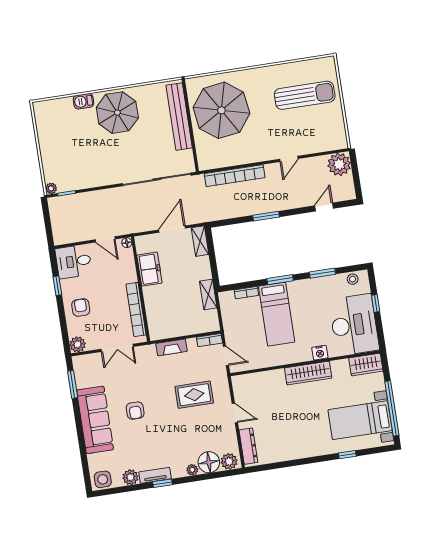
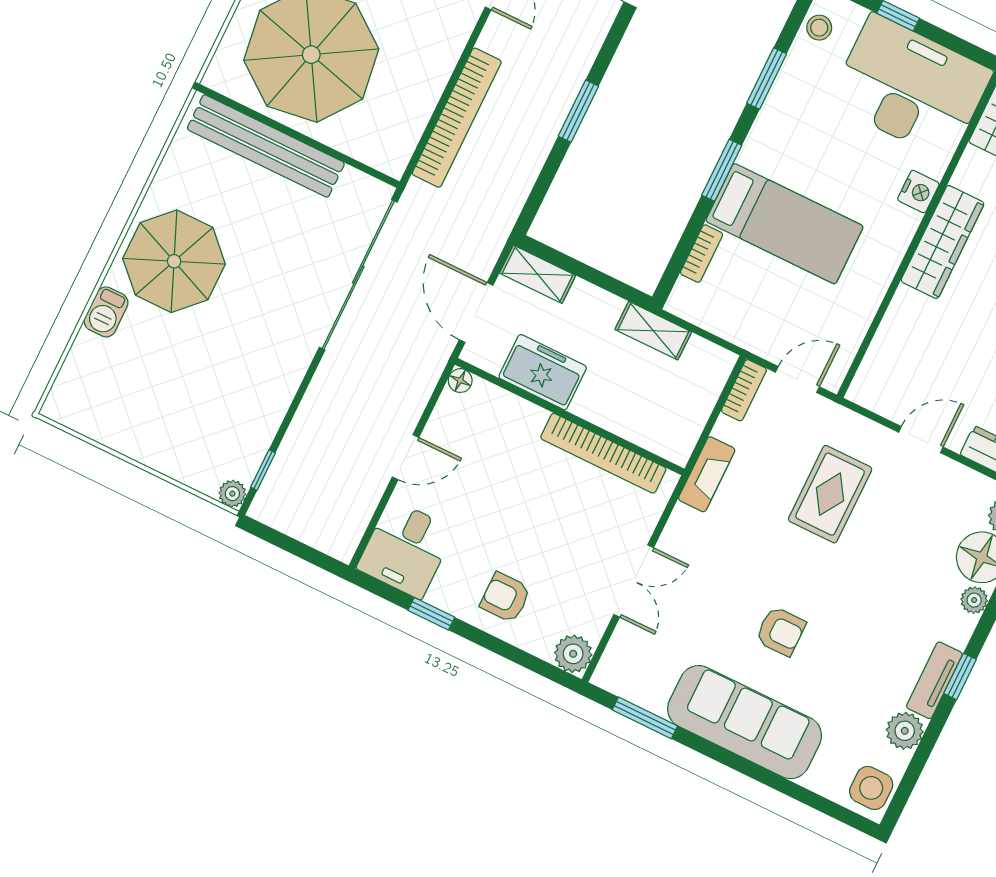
floor lamp: (127, 243) -> (460, 381), moved
freezer: (149, 269) -> (543, 372), moved
wall: (141, 289) -> (570, 417), moved
bookcase: (136, 309) -> (603, 453), moved

